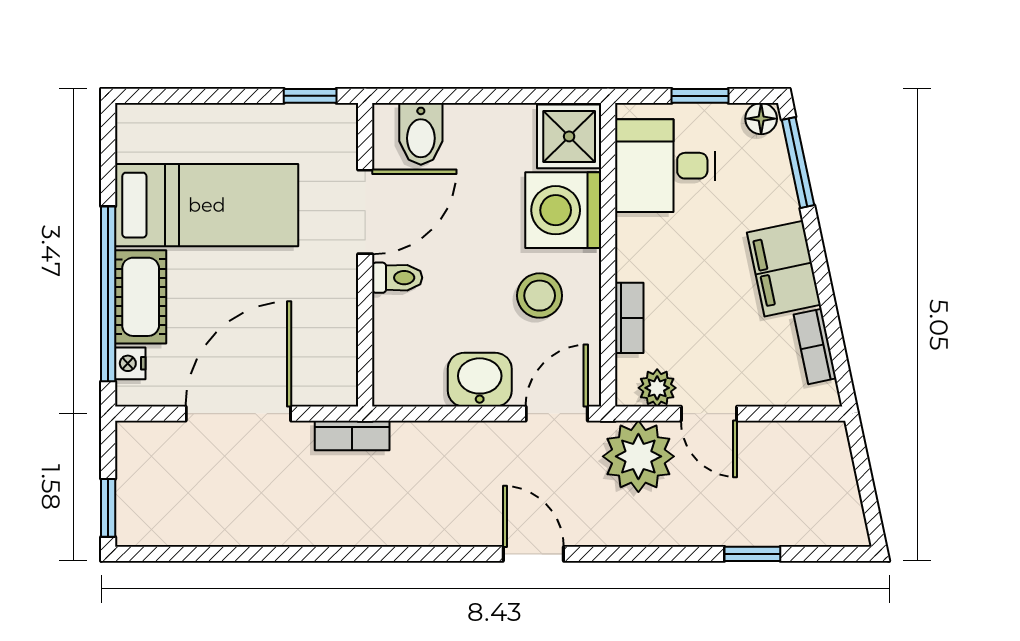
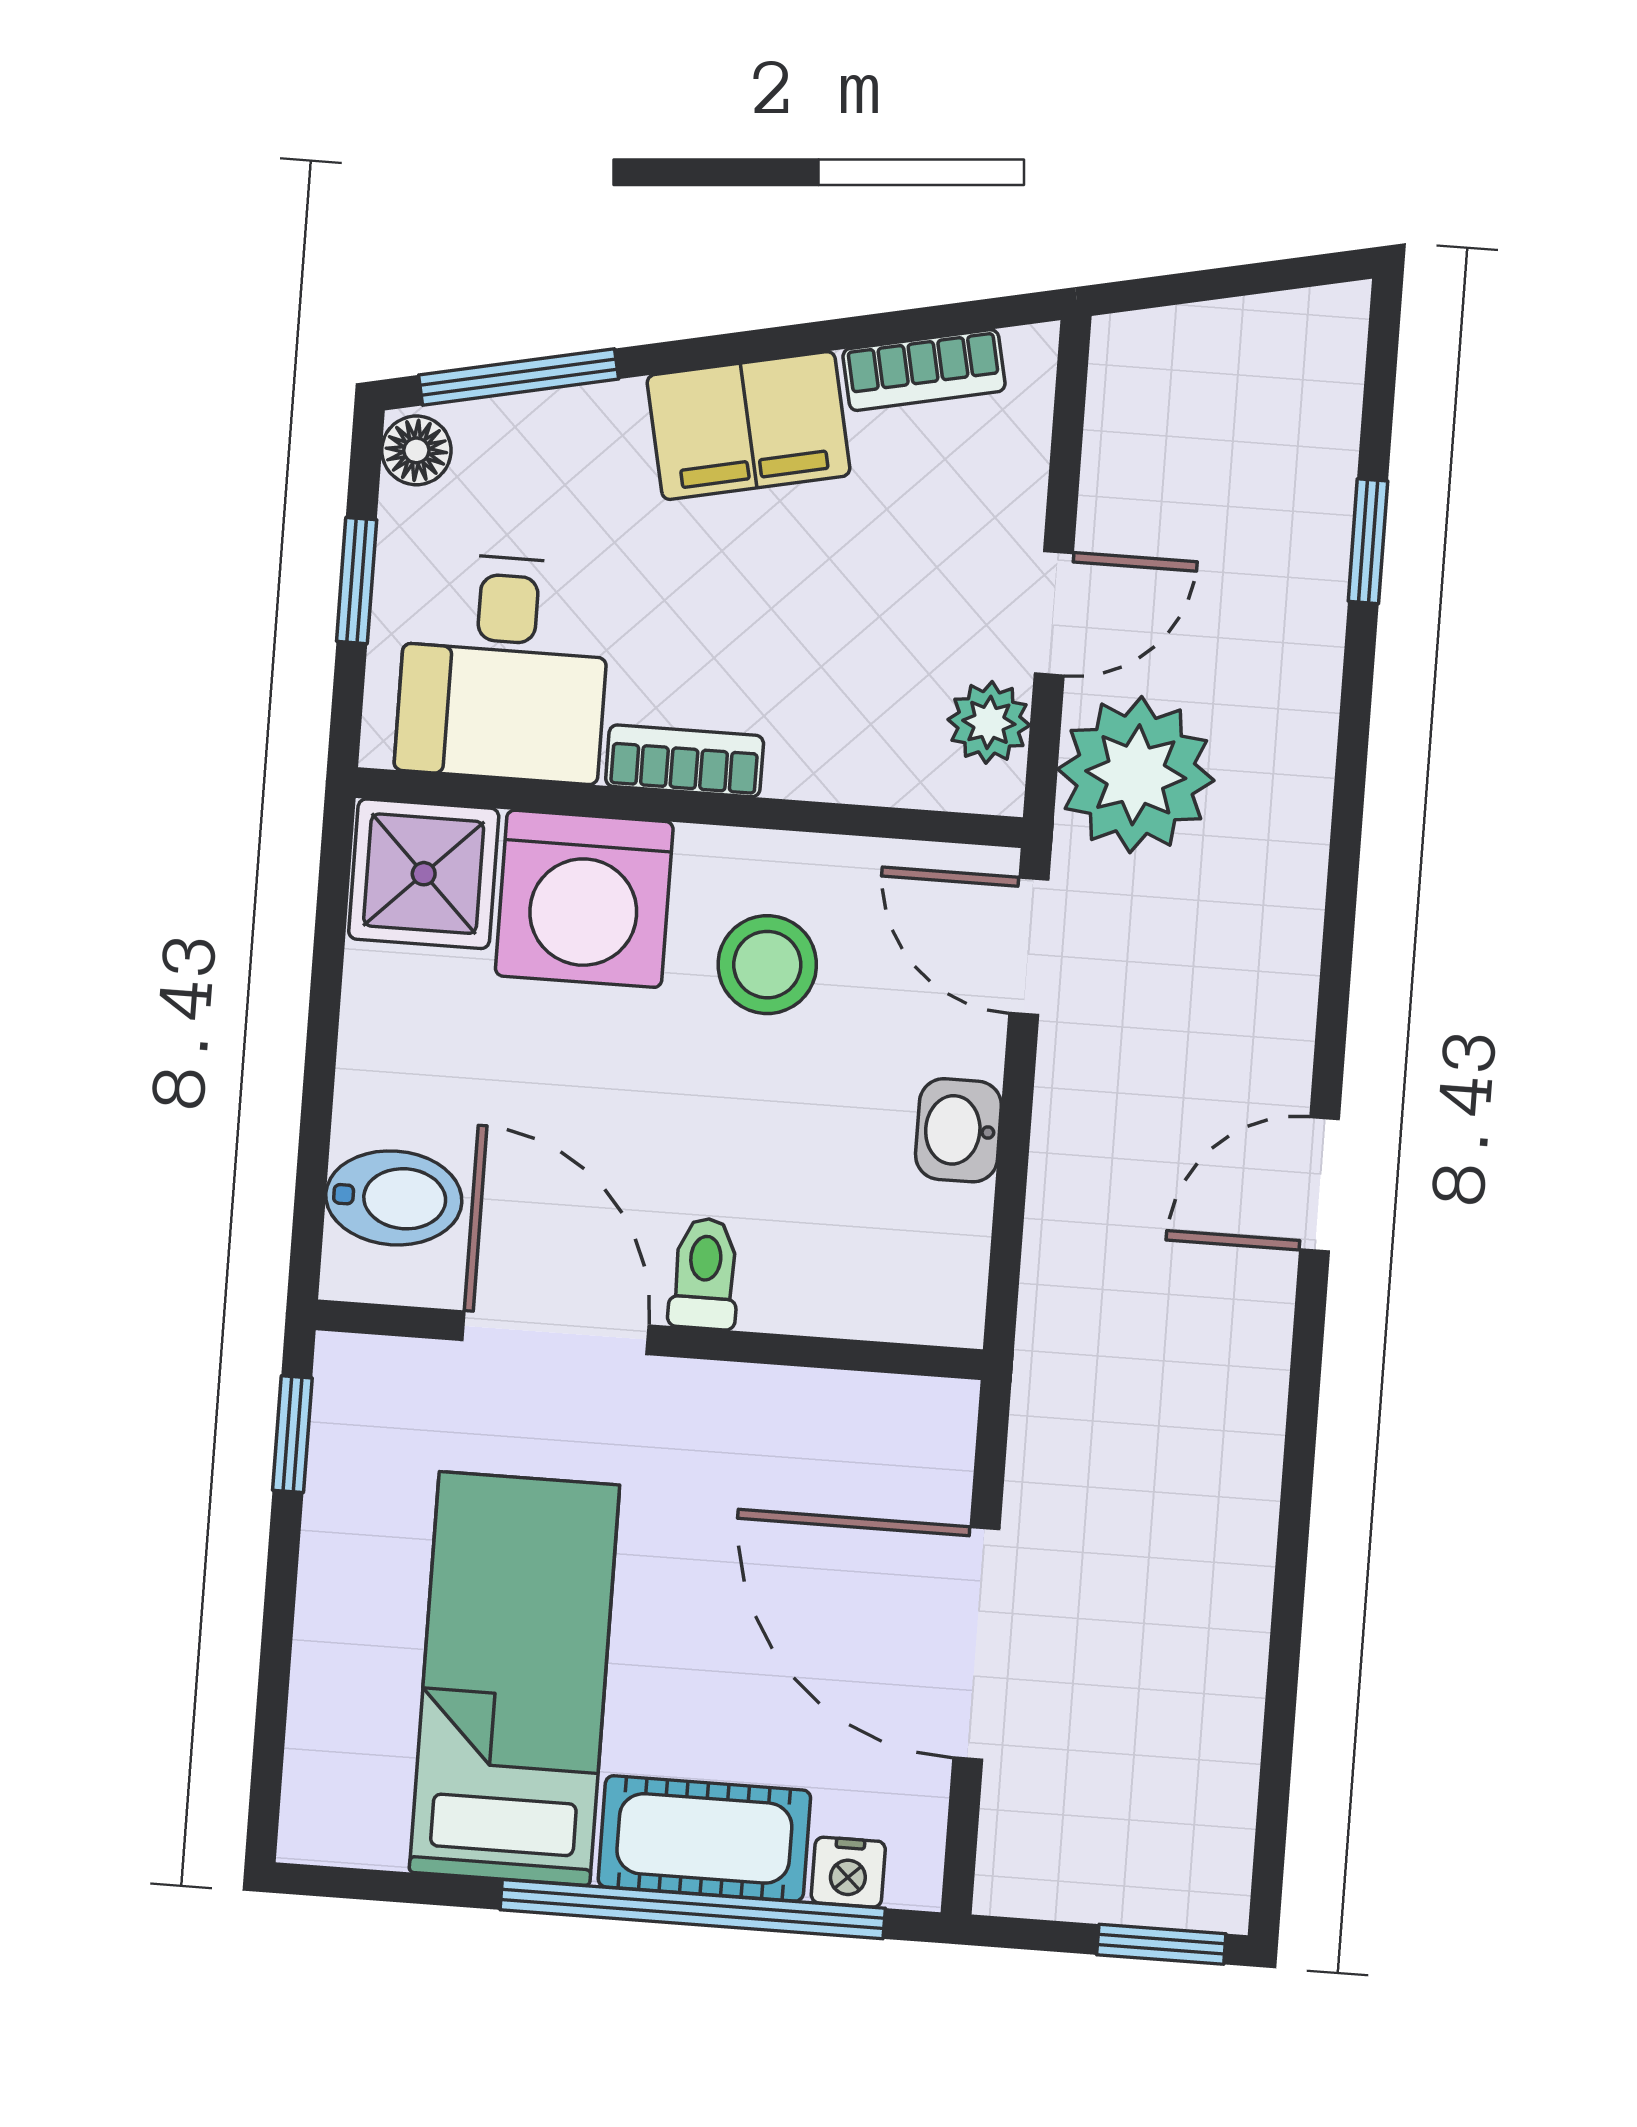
bookcase: (629, 318) -> (685, 761), moved
washbasin: (480, 380) -> (958, 1130), width x0.72, depth x0.69
bookcase: (352, 436) -> (1043, 1398), removed
door: (533, 554) -> (1320, 1184), moved

